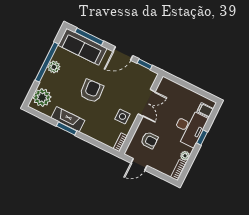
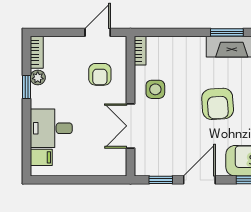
desk: (190, 128) -> (51, 128), width x0.73
window: (202, 137) -> (26, 87), moved
armchair: (149, 140) -> (100, 74), turned -90

